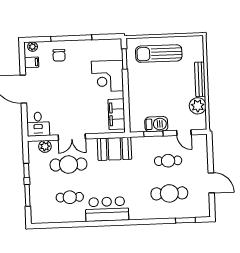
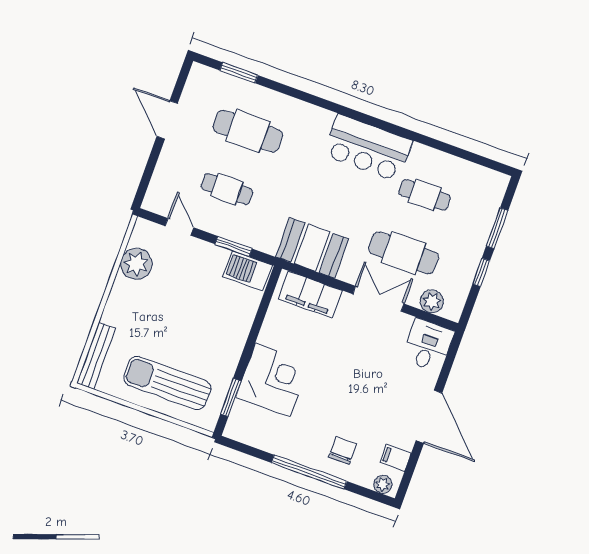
sun lounger: (159, 54) -> (167, 383), turned 180
bench: (200, 79) -> (96, 356), moved
filing cabinet: (116, 114) -> (310, 295), moved, turned 90
barbecue: (156, 124) -> (247, 271), moved

